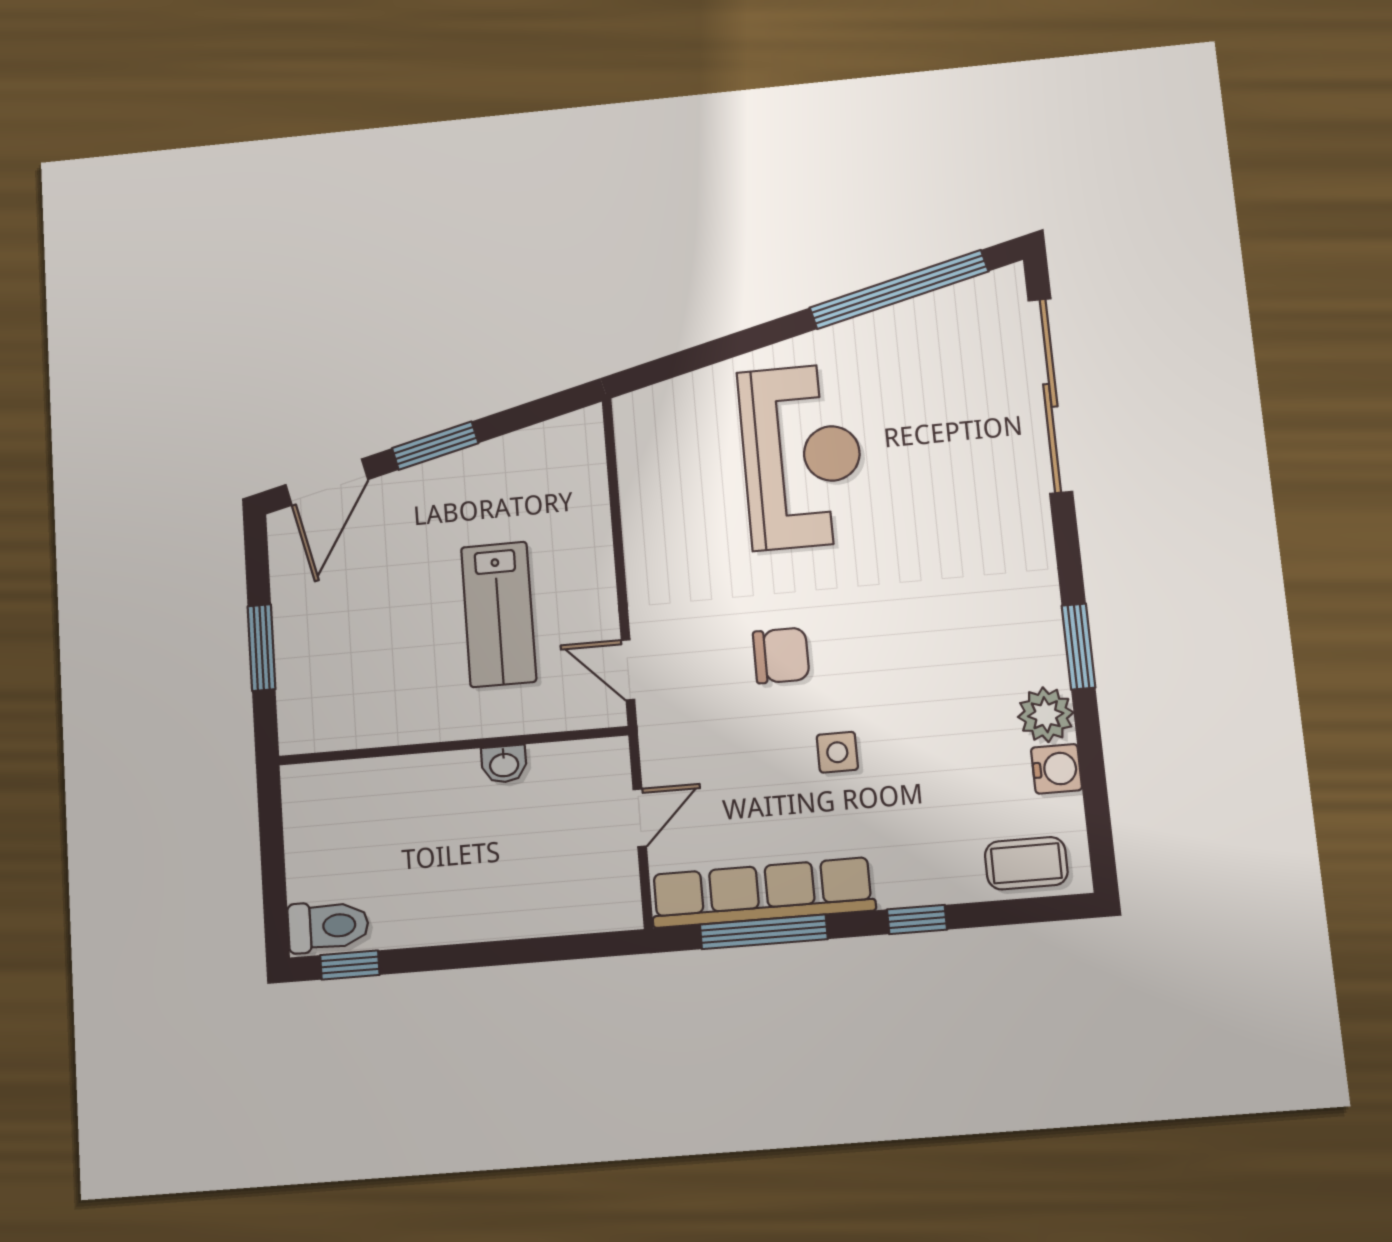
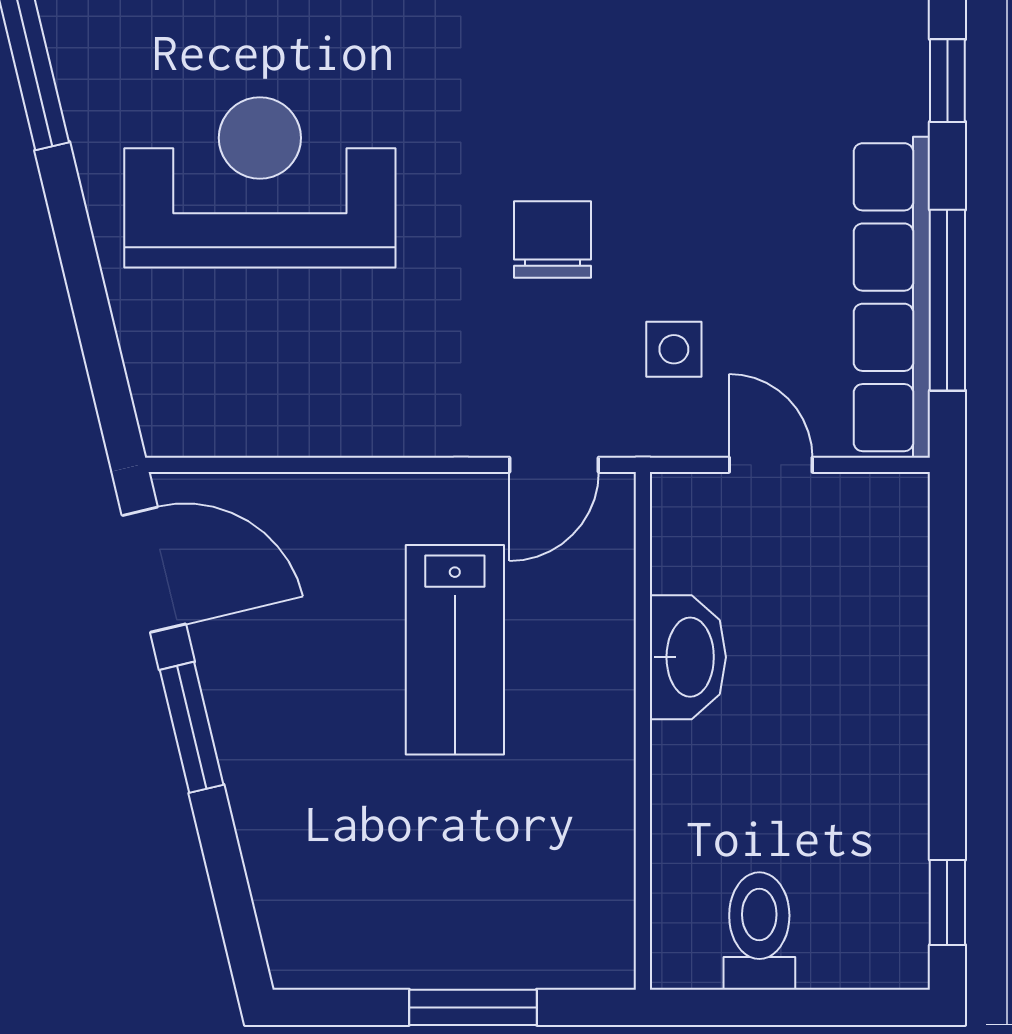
door: (327, 482) -> (154, 570), moved
lab bench: (499, 614) -> (455, 650), turned 90
side table: (837, 752) -> (674, 349), moved
washbasin: (504, 764) -> (688, 657), width x1.91, depth x1.45
toilet: (328, 926) -> (759, 931), moved

